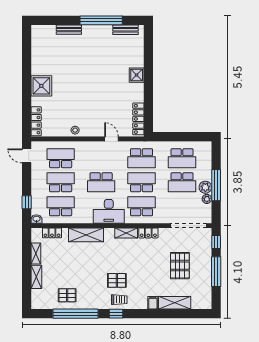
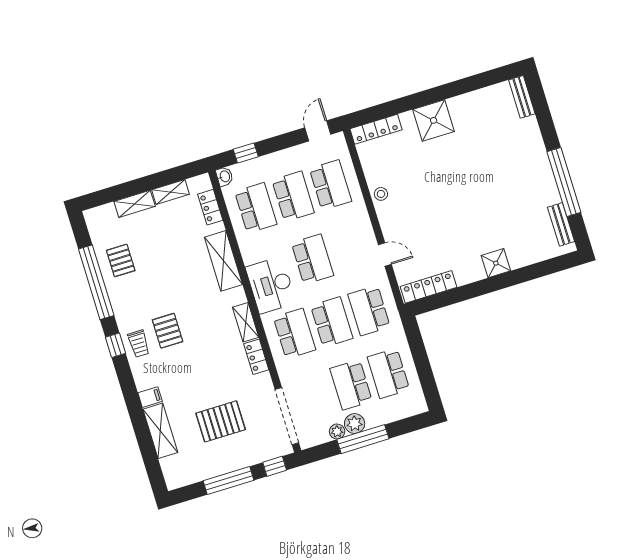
bench: (69, 30) -> (522, 97), moved
door: (111, 139) -> (385, 255), hinge flipped
school desk: (101, 182) -> (312, 259), turned 180

